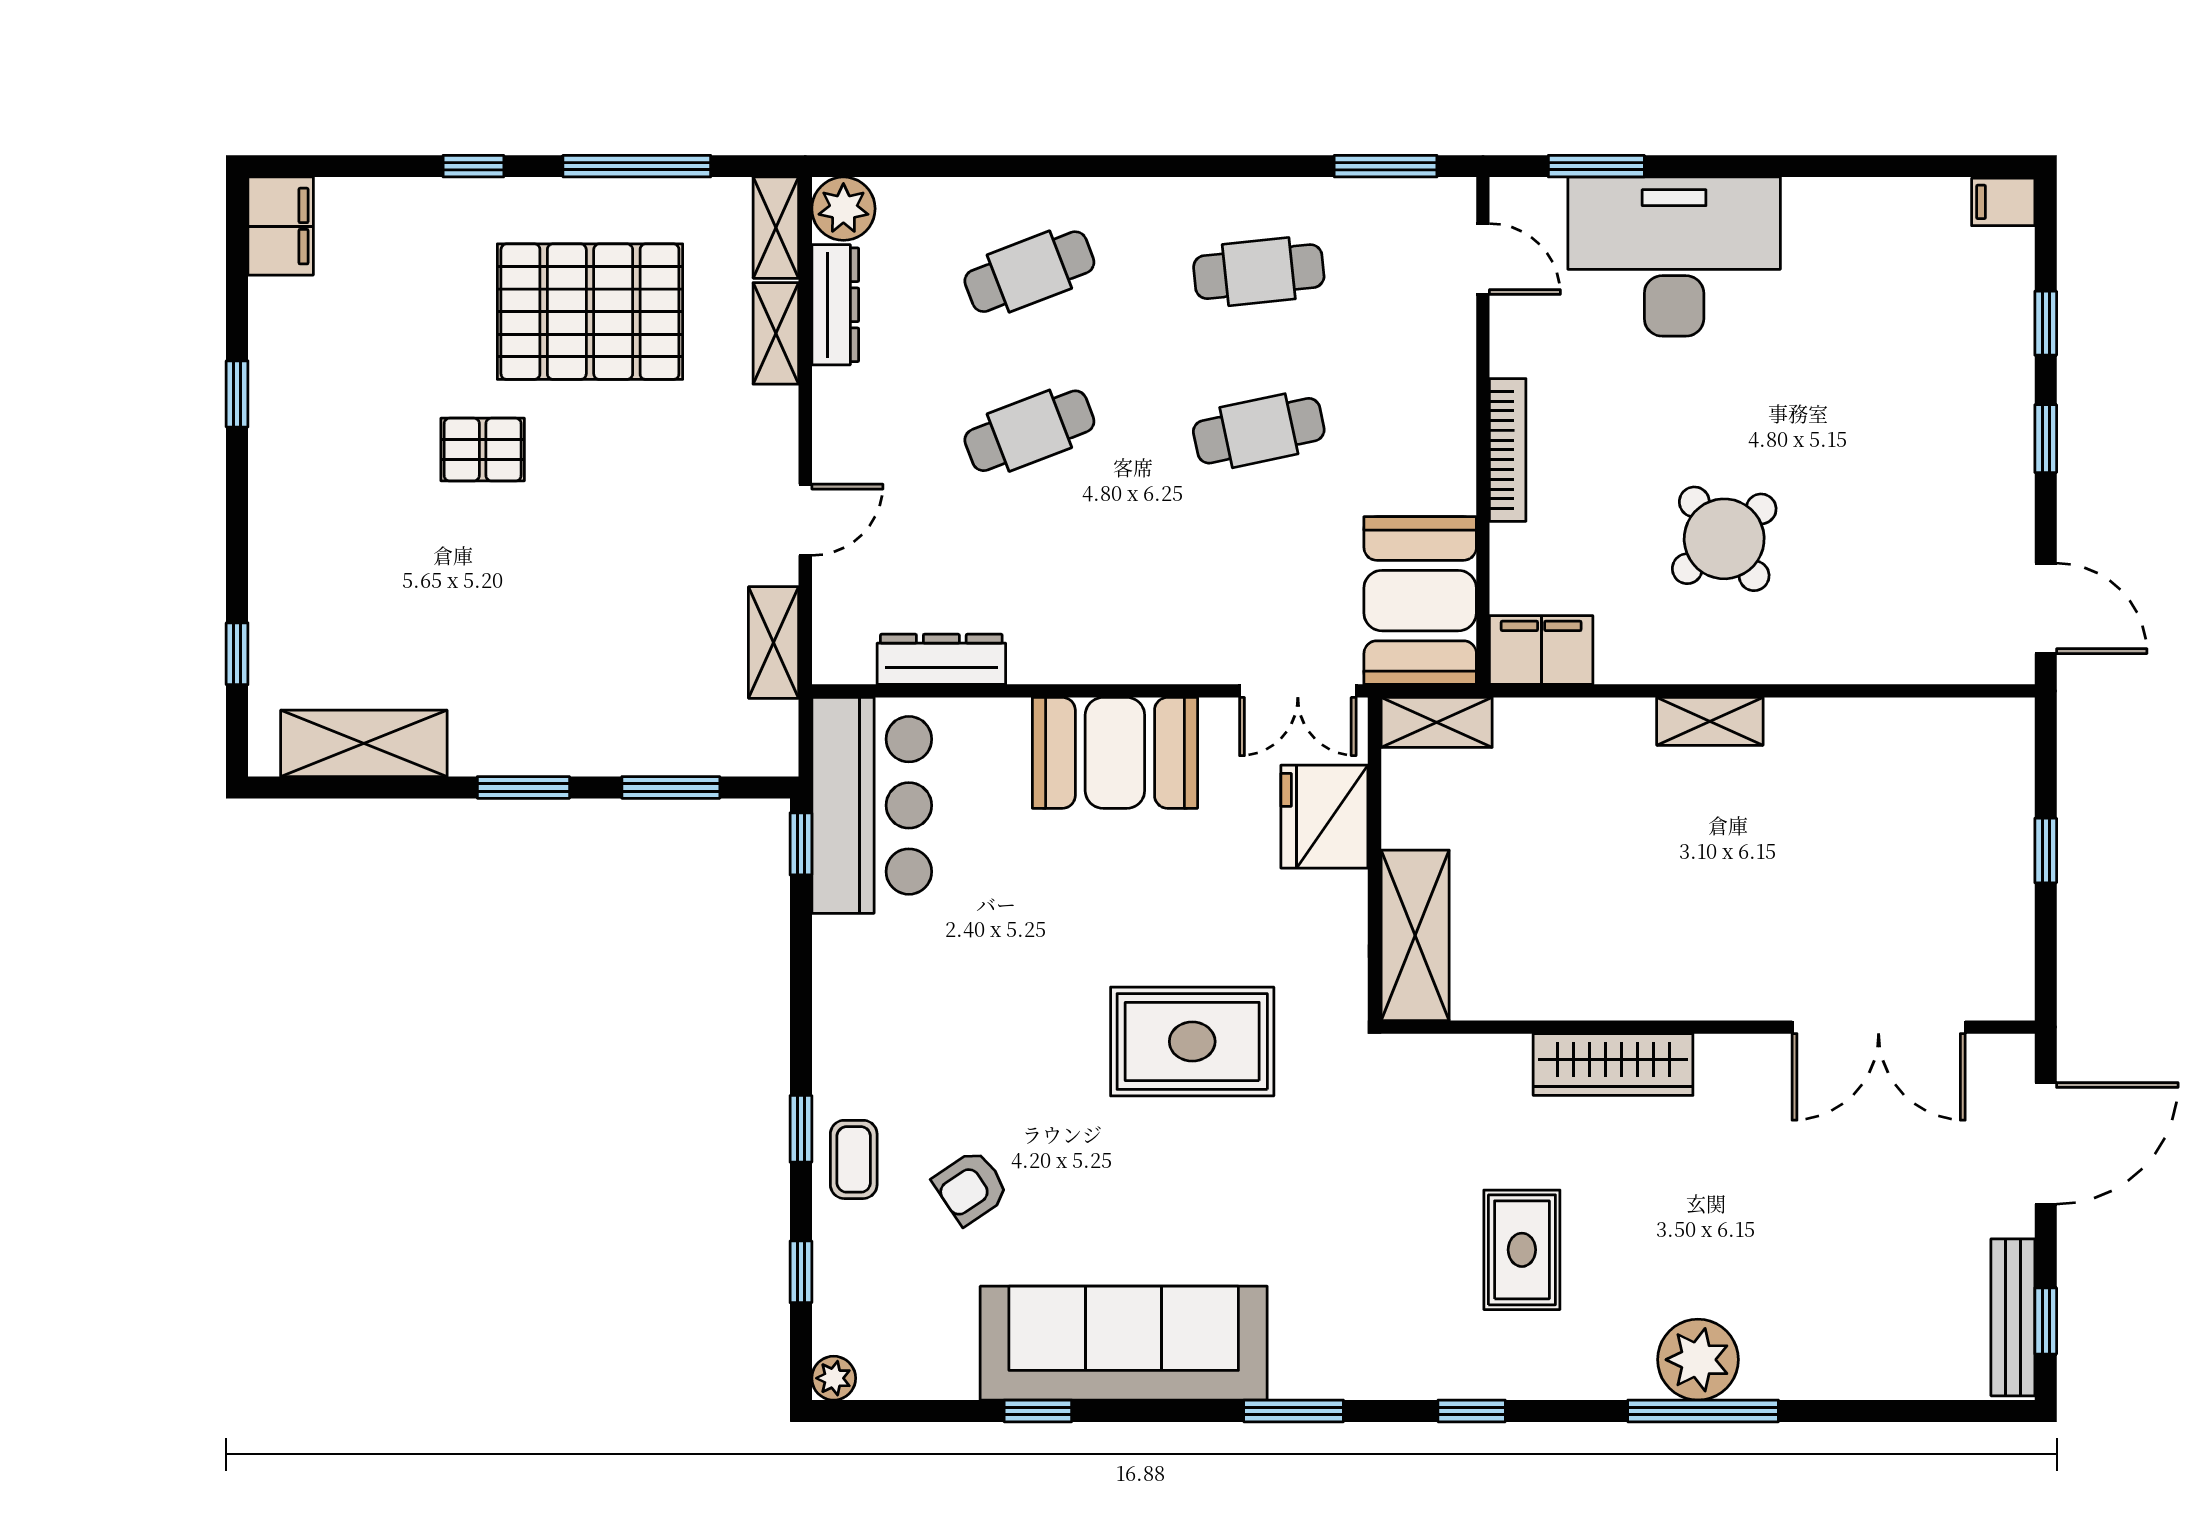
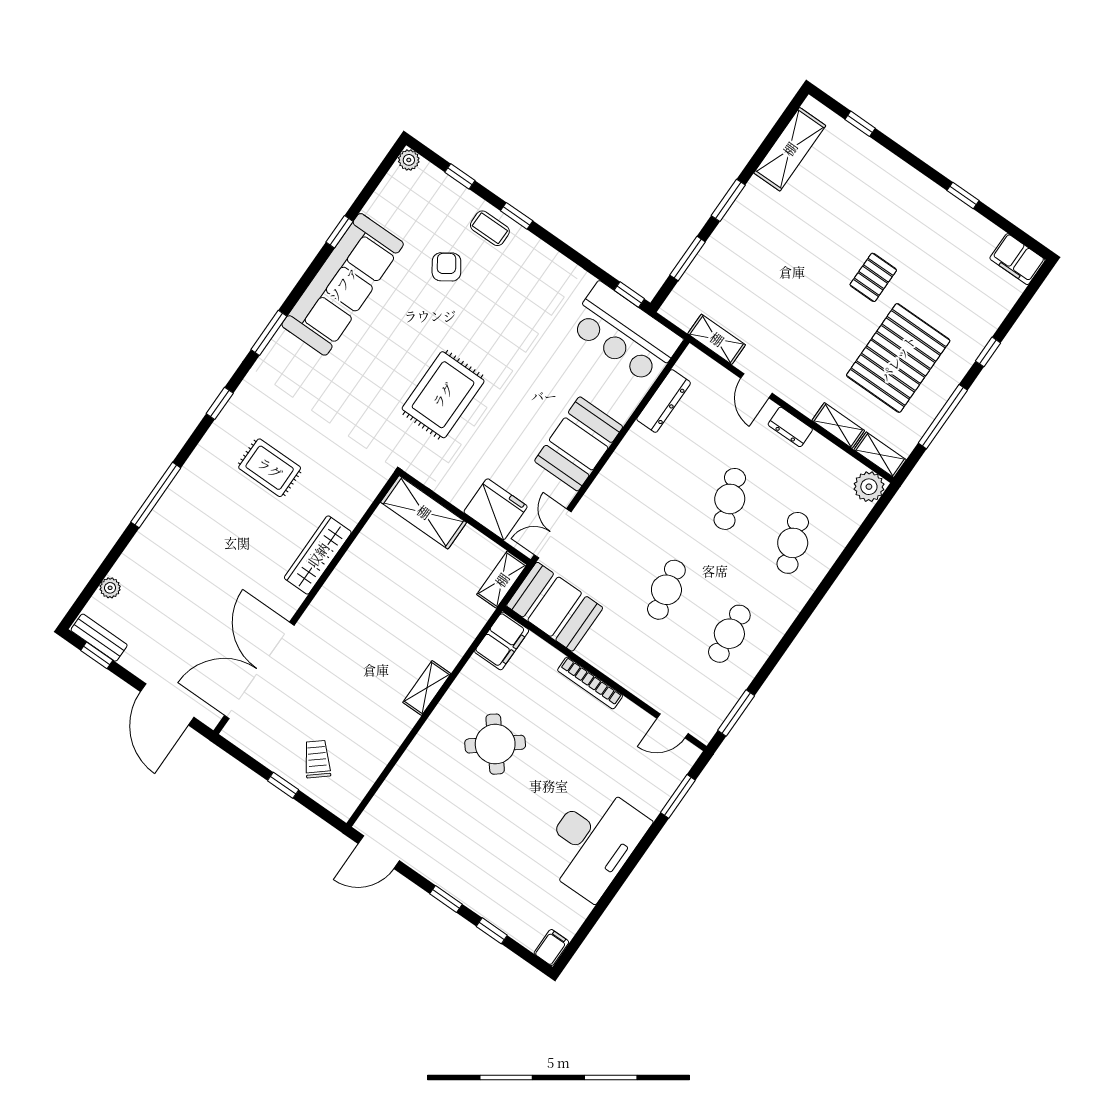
desk: (1674, 257) -> (593, 842), moved
dresser: (835, 305) -> (790, 427), moved, width x0.70
trolley: (1961, 823) -> (317, 759), added
double door: (1879, 1027) -> (259, 670), width x1.36
bench: (2013, 1317) -> (99, 638), width x0.73
plant: (1698, 1360) -> (110, 588), moved, width x0.53, depth x0.53

